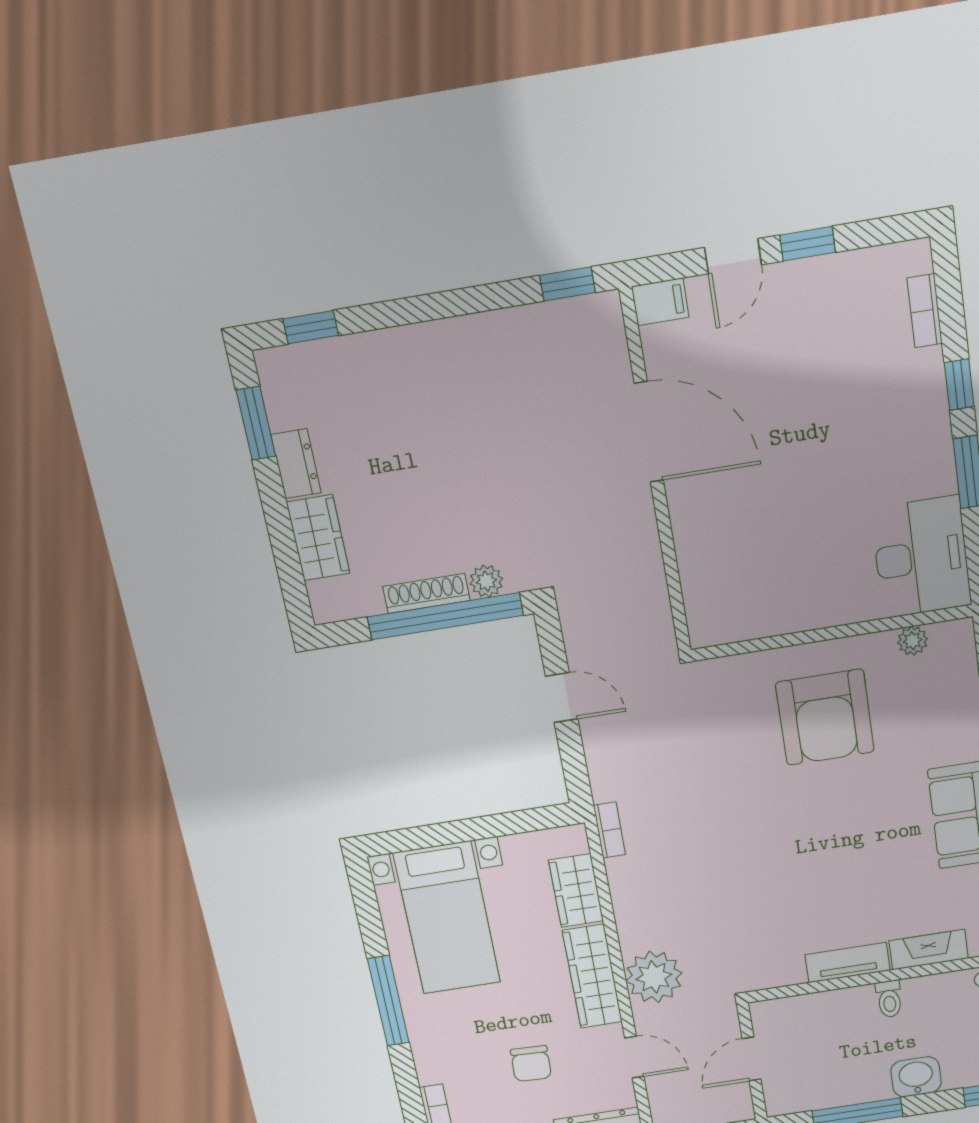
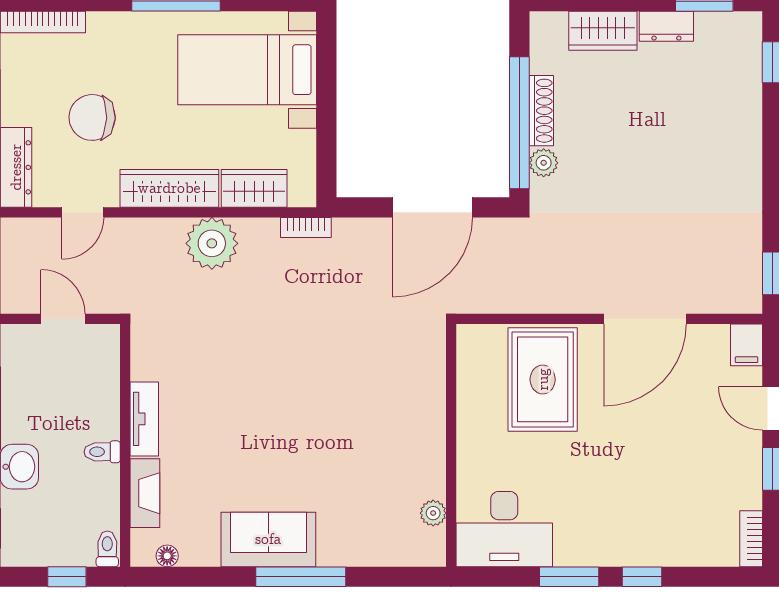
bookcase: (925, 311) -> (751, 539), moved, turned -90
rug: (740, 541) -> (543, 379), added
door: (562, 698) -> (433, 207), width x1.87
armchair: (825, 717) -> (378, 430), removed
plant: (654, 977) -> (212, 243), moved
chair: (531, 1064) -> (92, 117), width x1.37, depth x1.37

